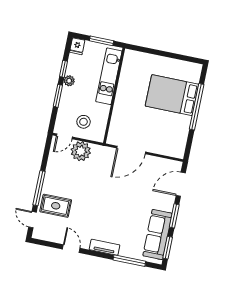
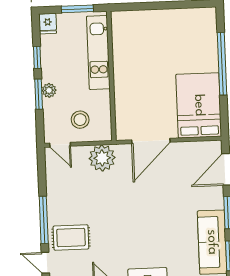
plant: (69, 81) -> (49, 90), moved
bed: (172, 95) -> (199, 105), moved, turned 90
door: (64, 136) -> (60, 145), hinge flipped
plant: (81, 151) -> (102, 158), moved

